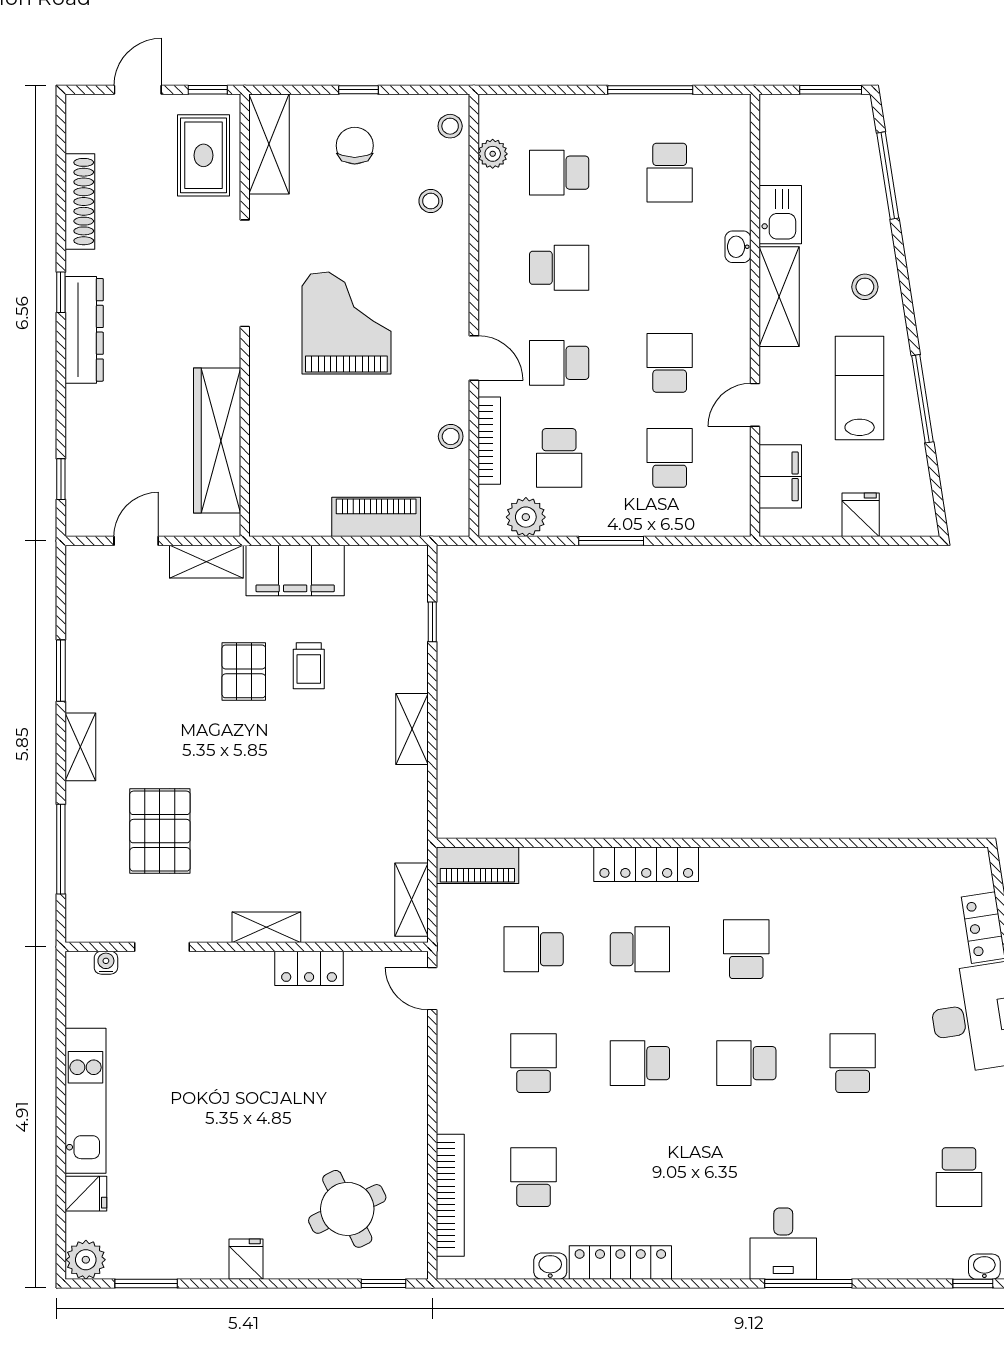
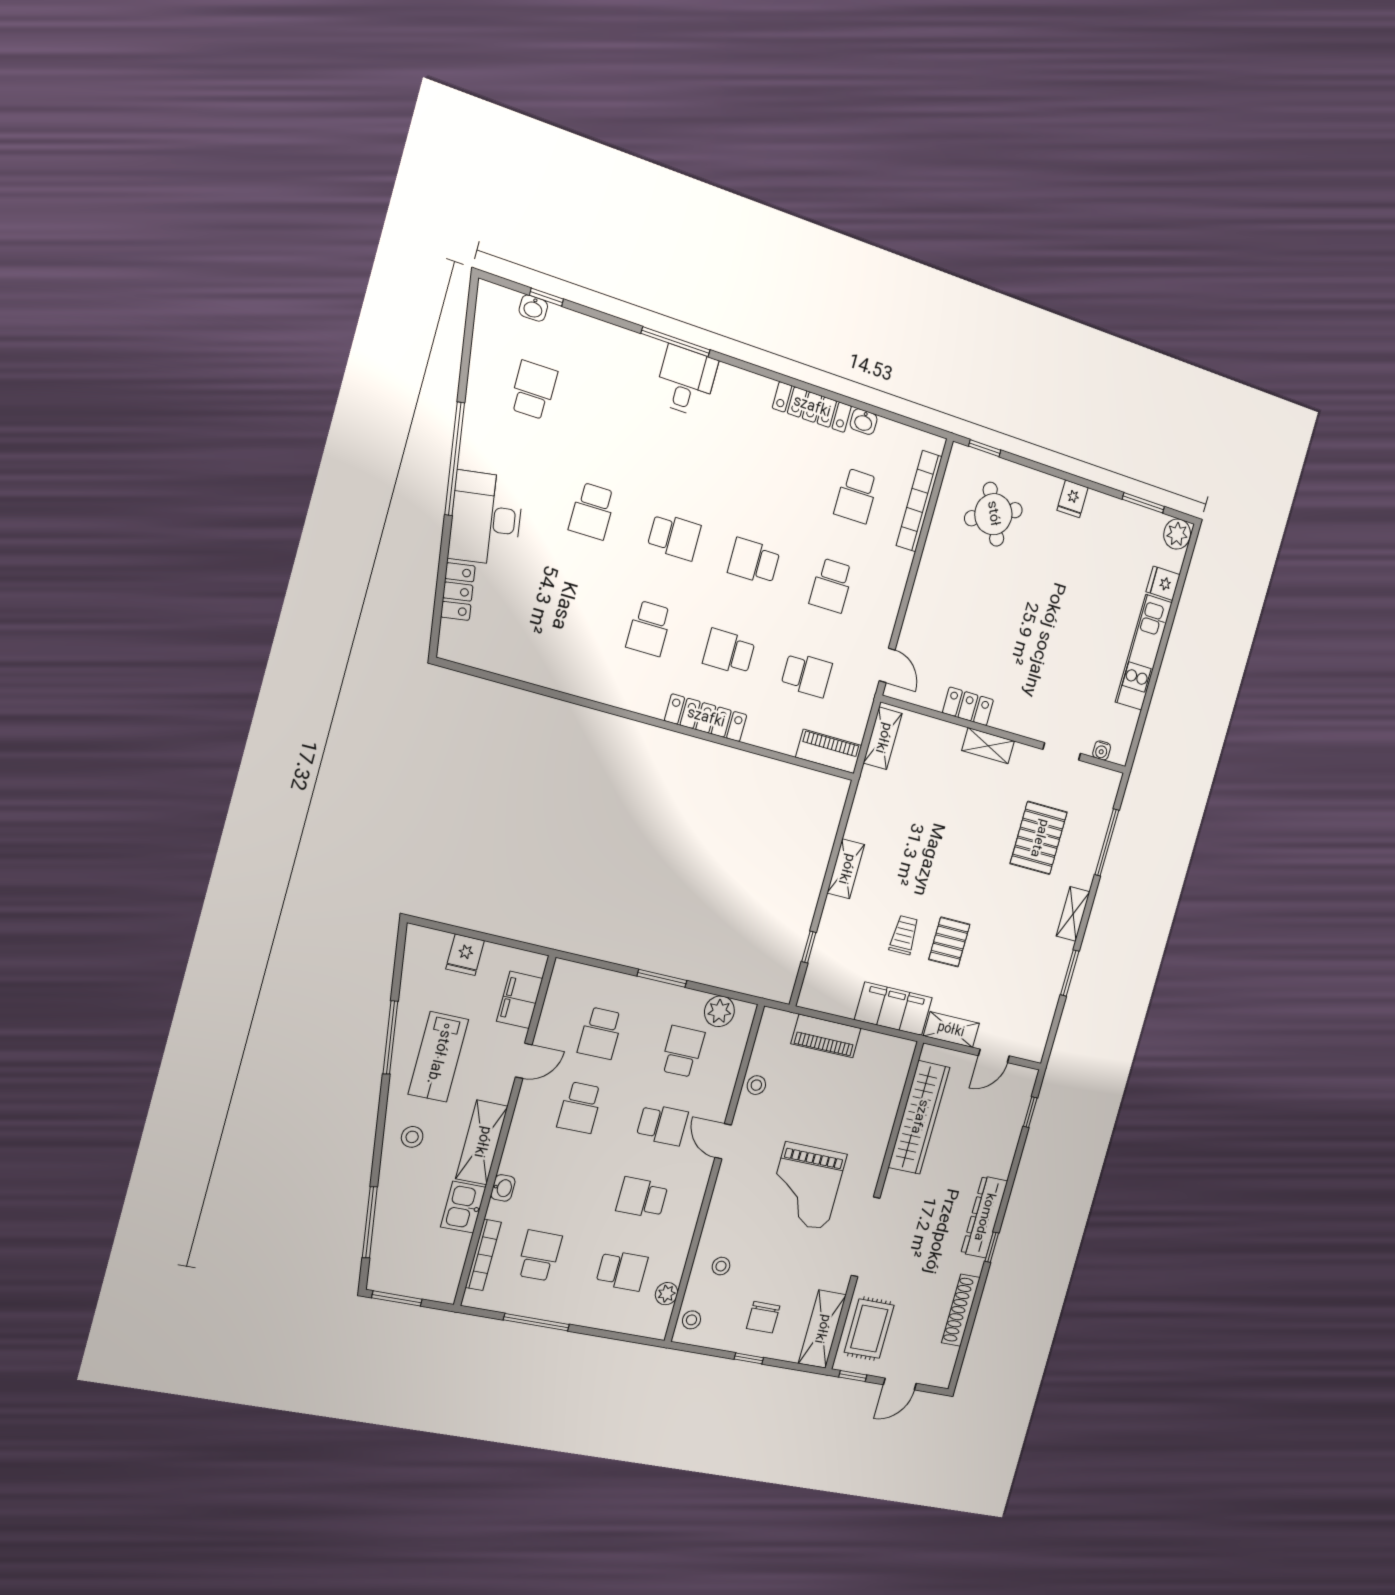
bookcase: (489, 441) -> (483, 1255), moved, turned 180
school desk: (640, 1063) -> (754, 561), turned 180

